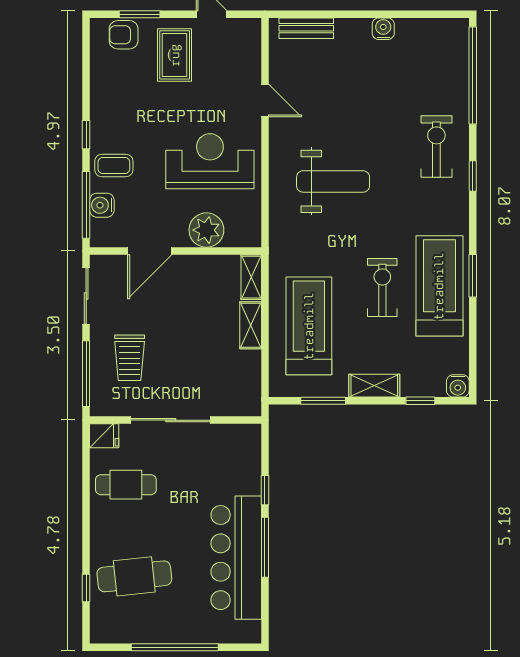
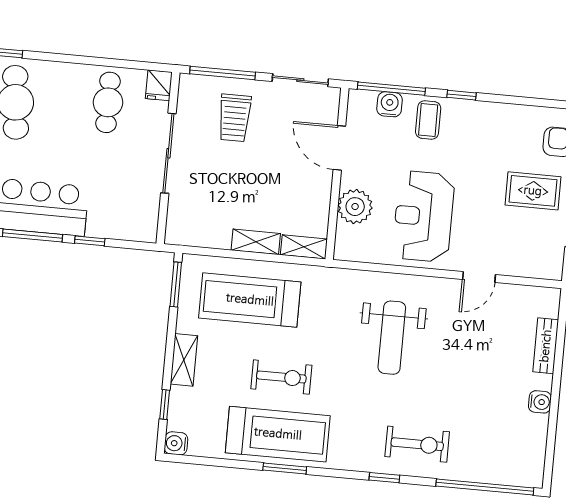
bench: (306, 28) -> (546, 346), moved
reception desk: (210, 161) -> (423, 216), turned 180
treadmill: (309, 326) -> (250, 300), turned 180
trolley: (130, 358) -> (235, 118), turned -90
window: (323, 401) -> (176, 284), moved

